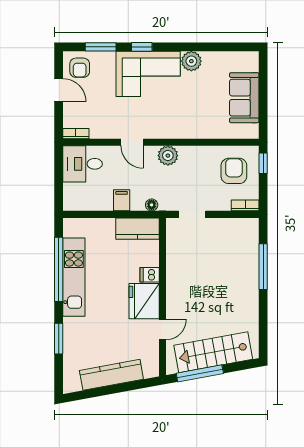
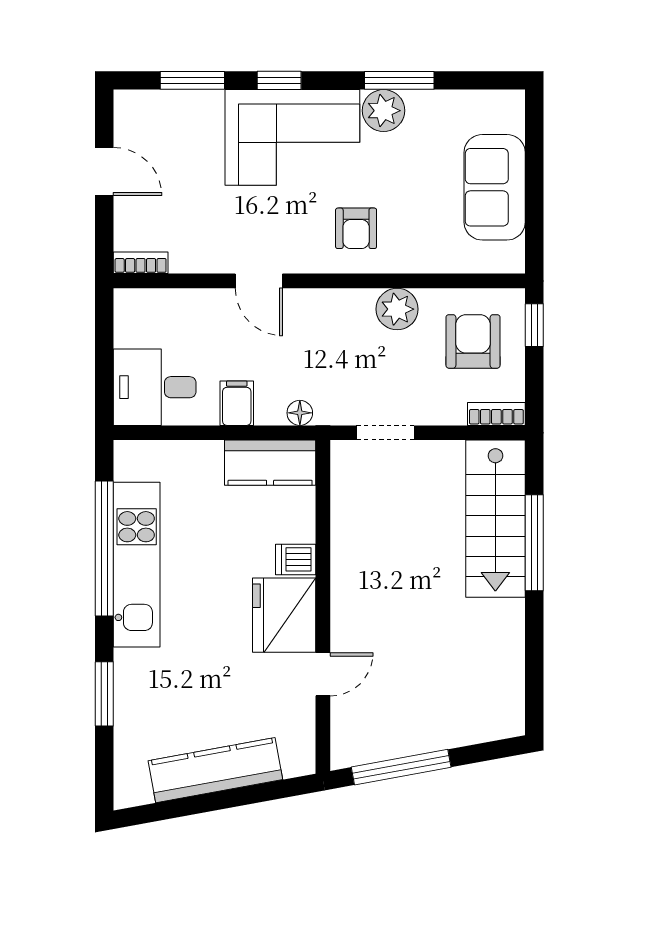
window: (199, 47) -> (399, 80), added
armchair: (80, 68) -> (356, 228), moved
plant: (168, 156) -> (397, 309), moved
desk: (83, 164) -> (155, 387), moved
stairs: (213, 352) -> (495, 519), moved, turned -80

